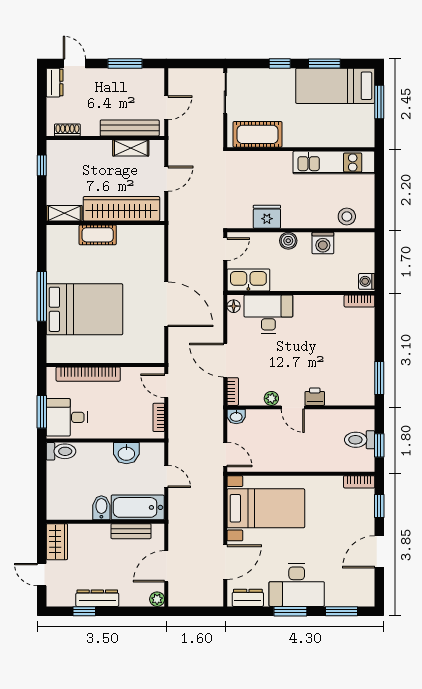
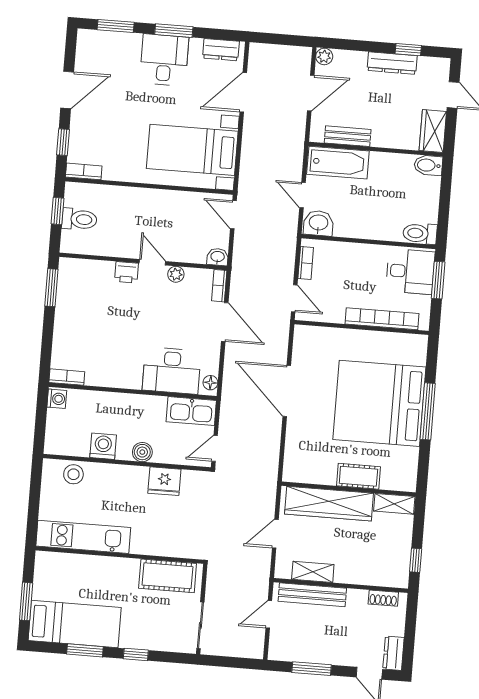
bed: (84, 309) -> (379, 403), width x1.36
washbasin: (126, 453) -> (318, 223), moved
bidet: (101, 508) -> (428, 165), moved, turned 90
desk: (297, 585) -> (164, 60), width x0.73

